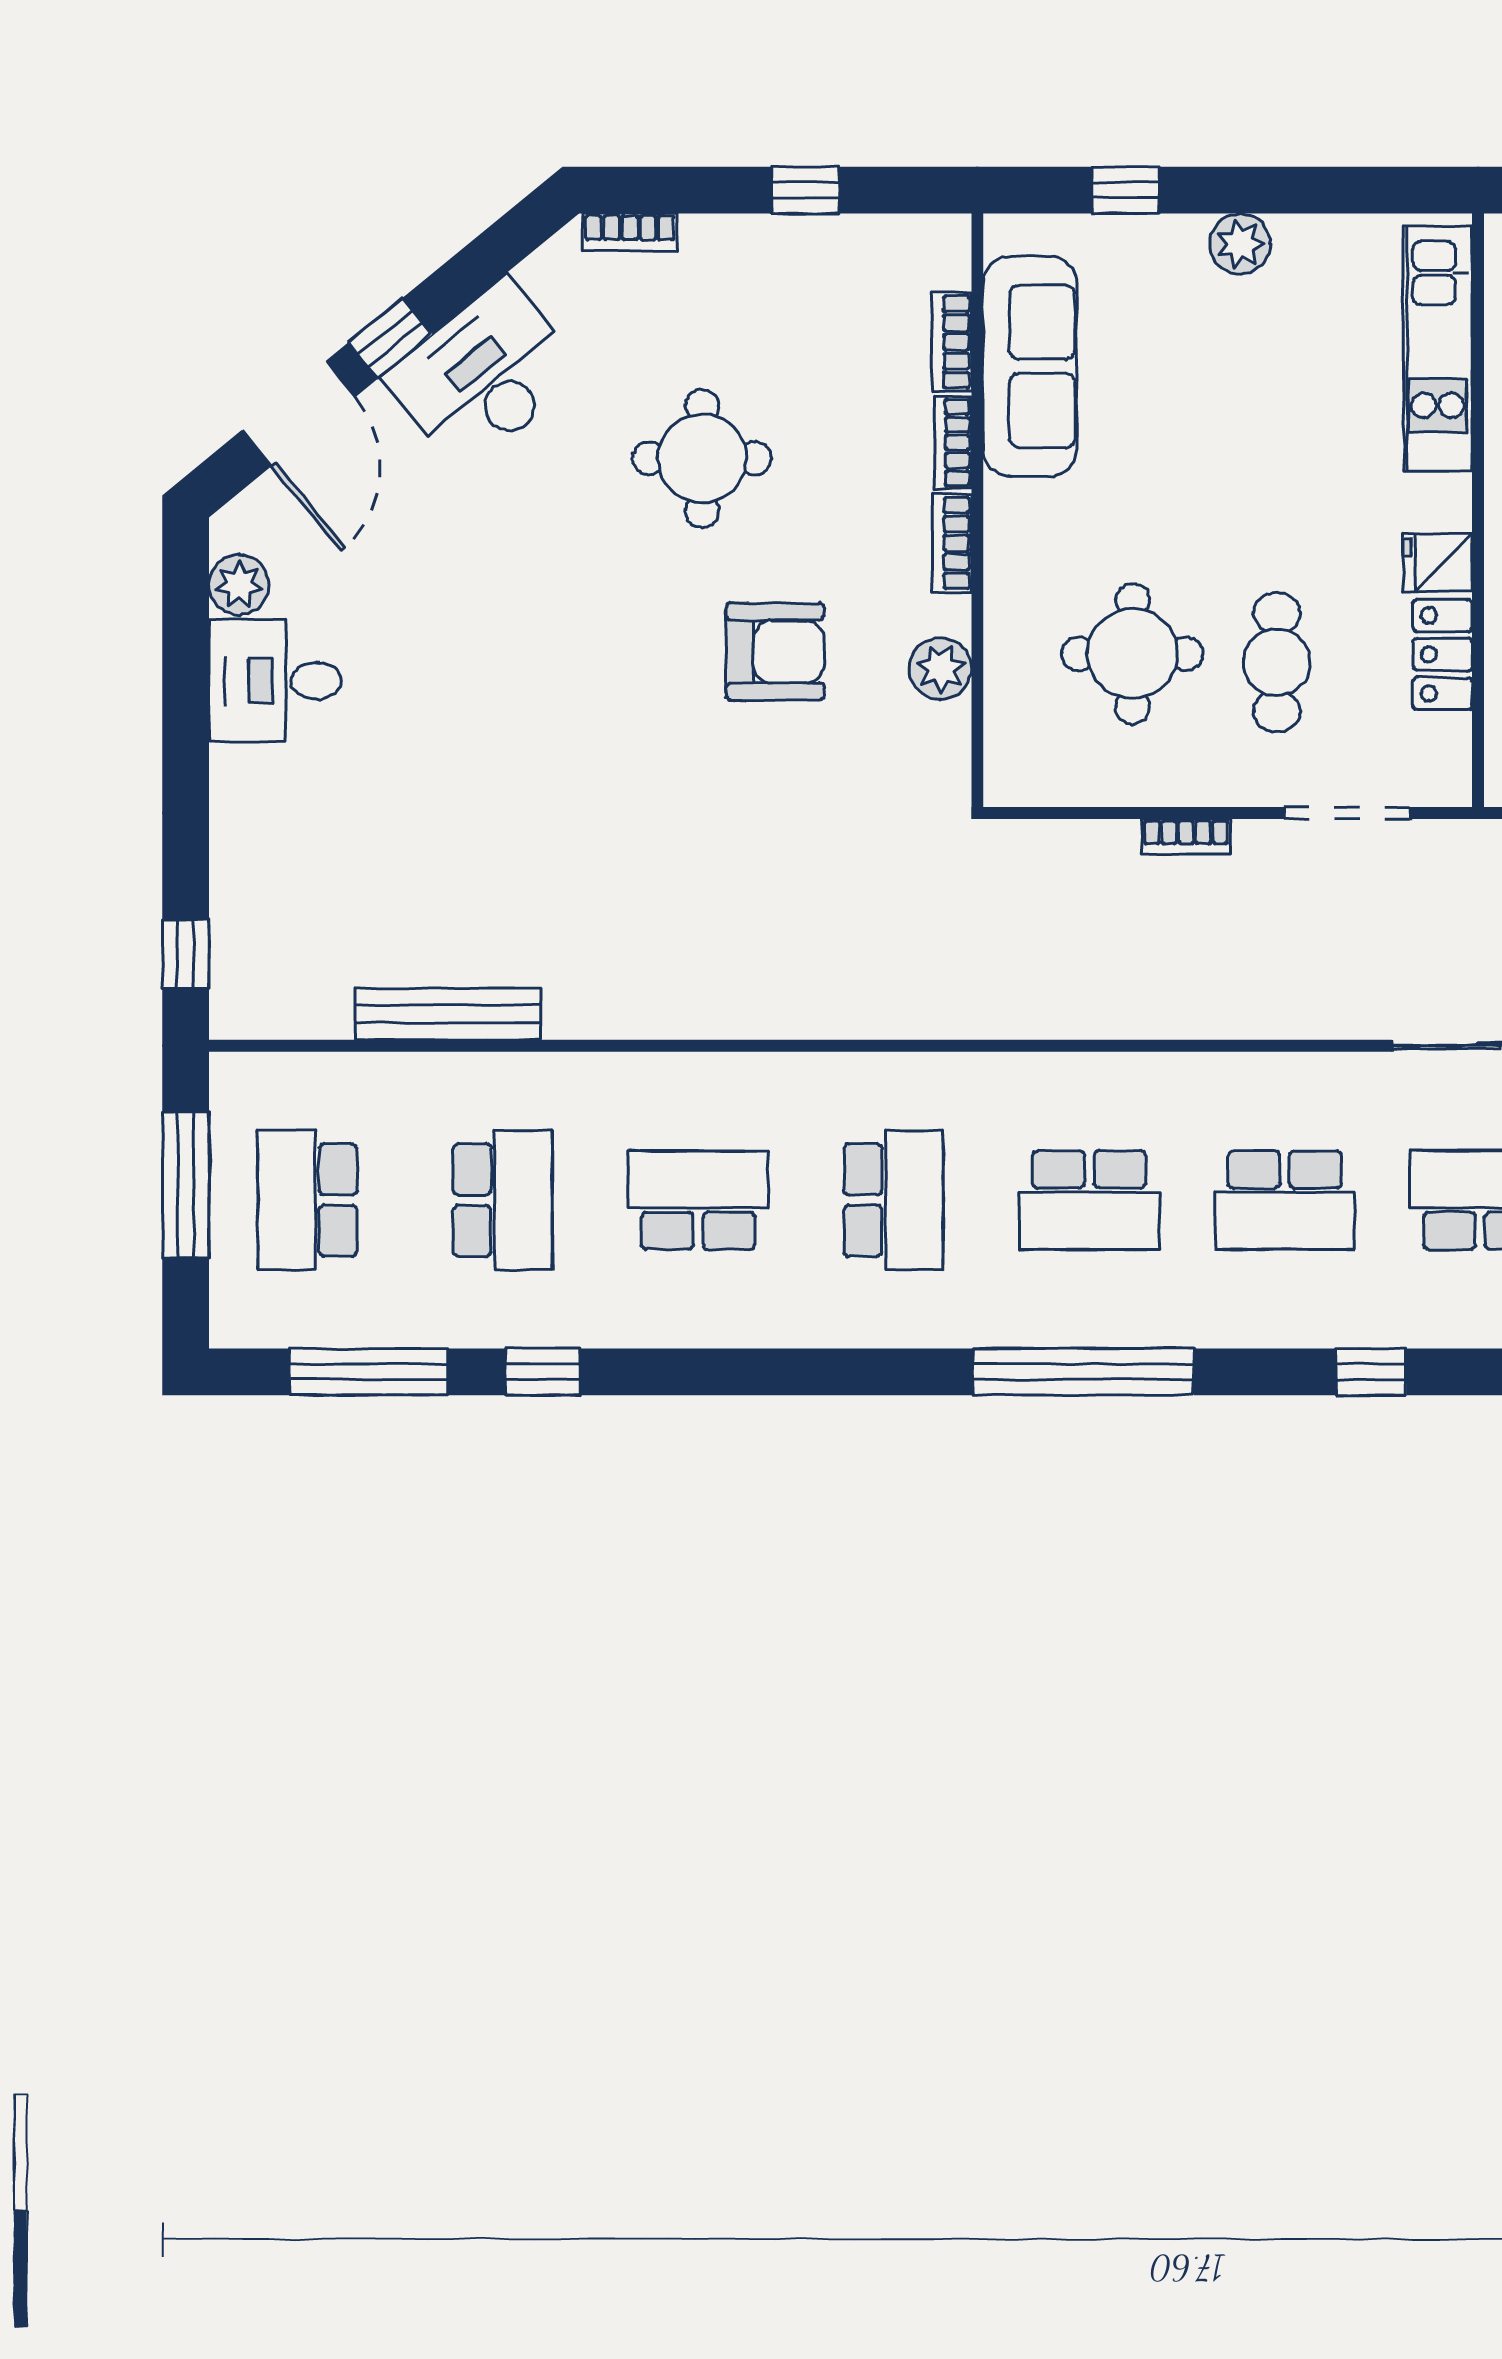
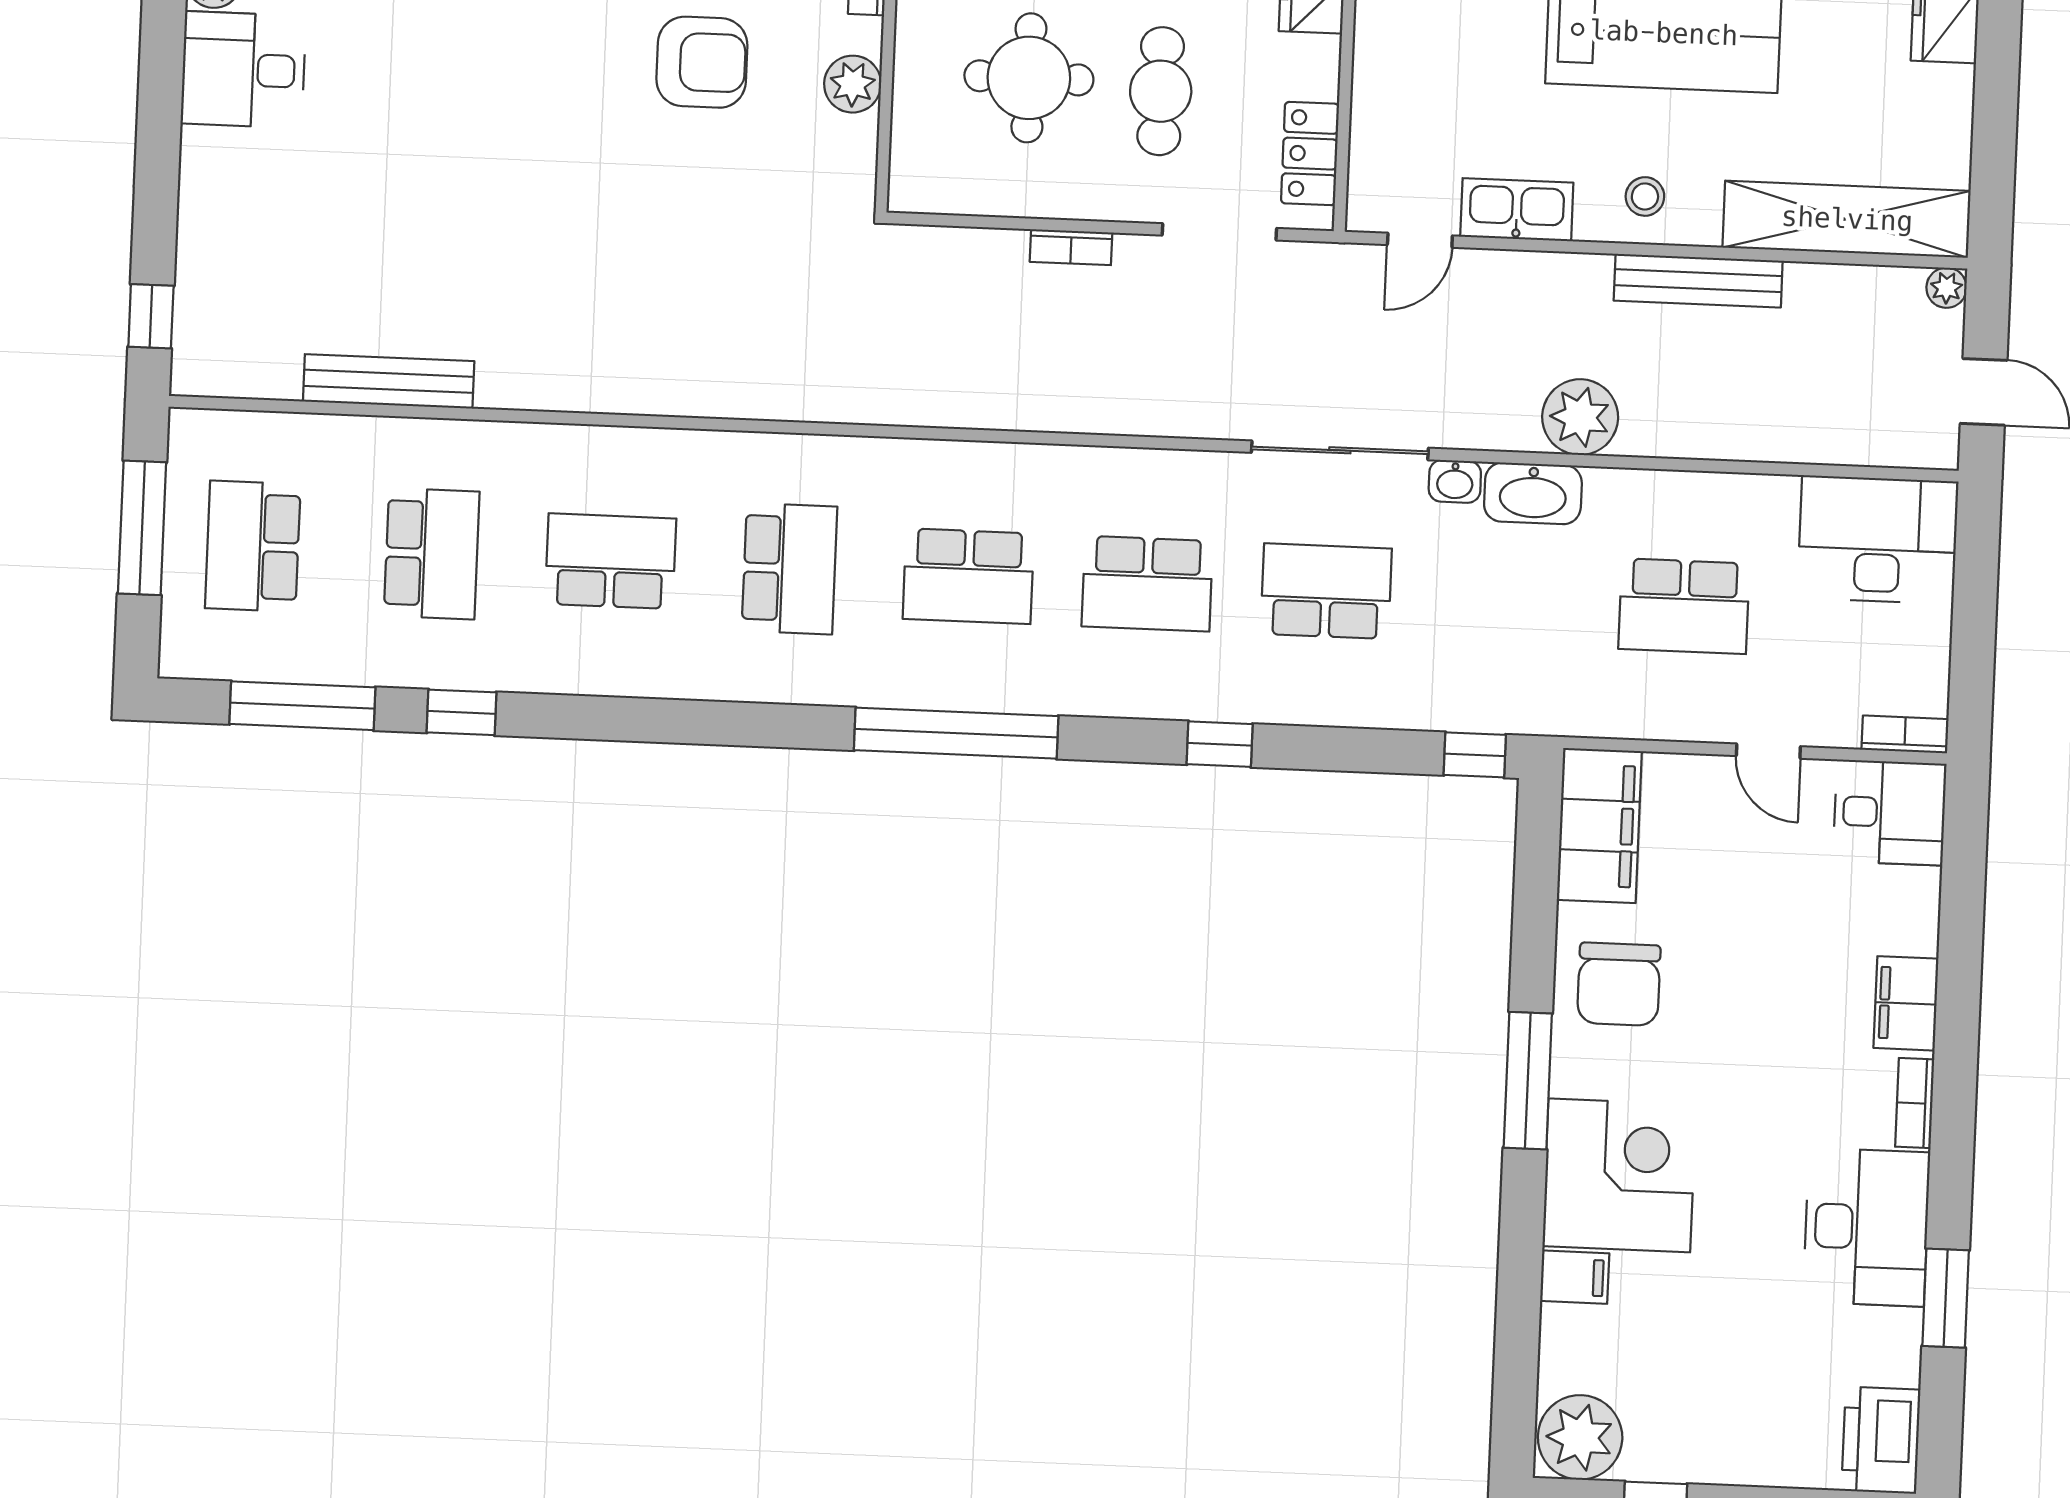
locker: (1443, 654) -> (1310, 154), moved

